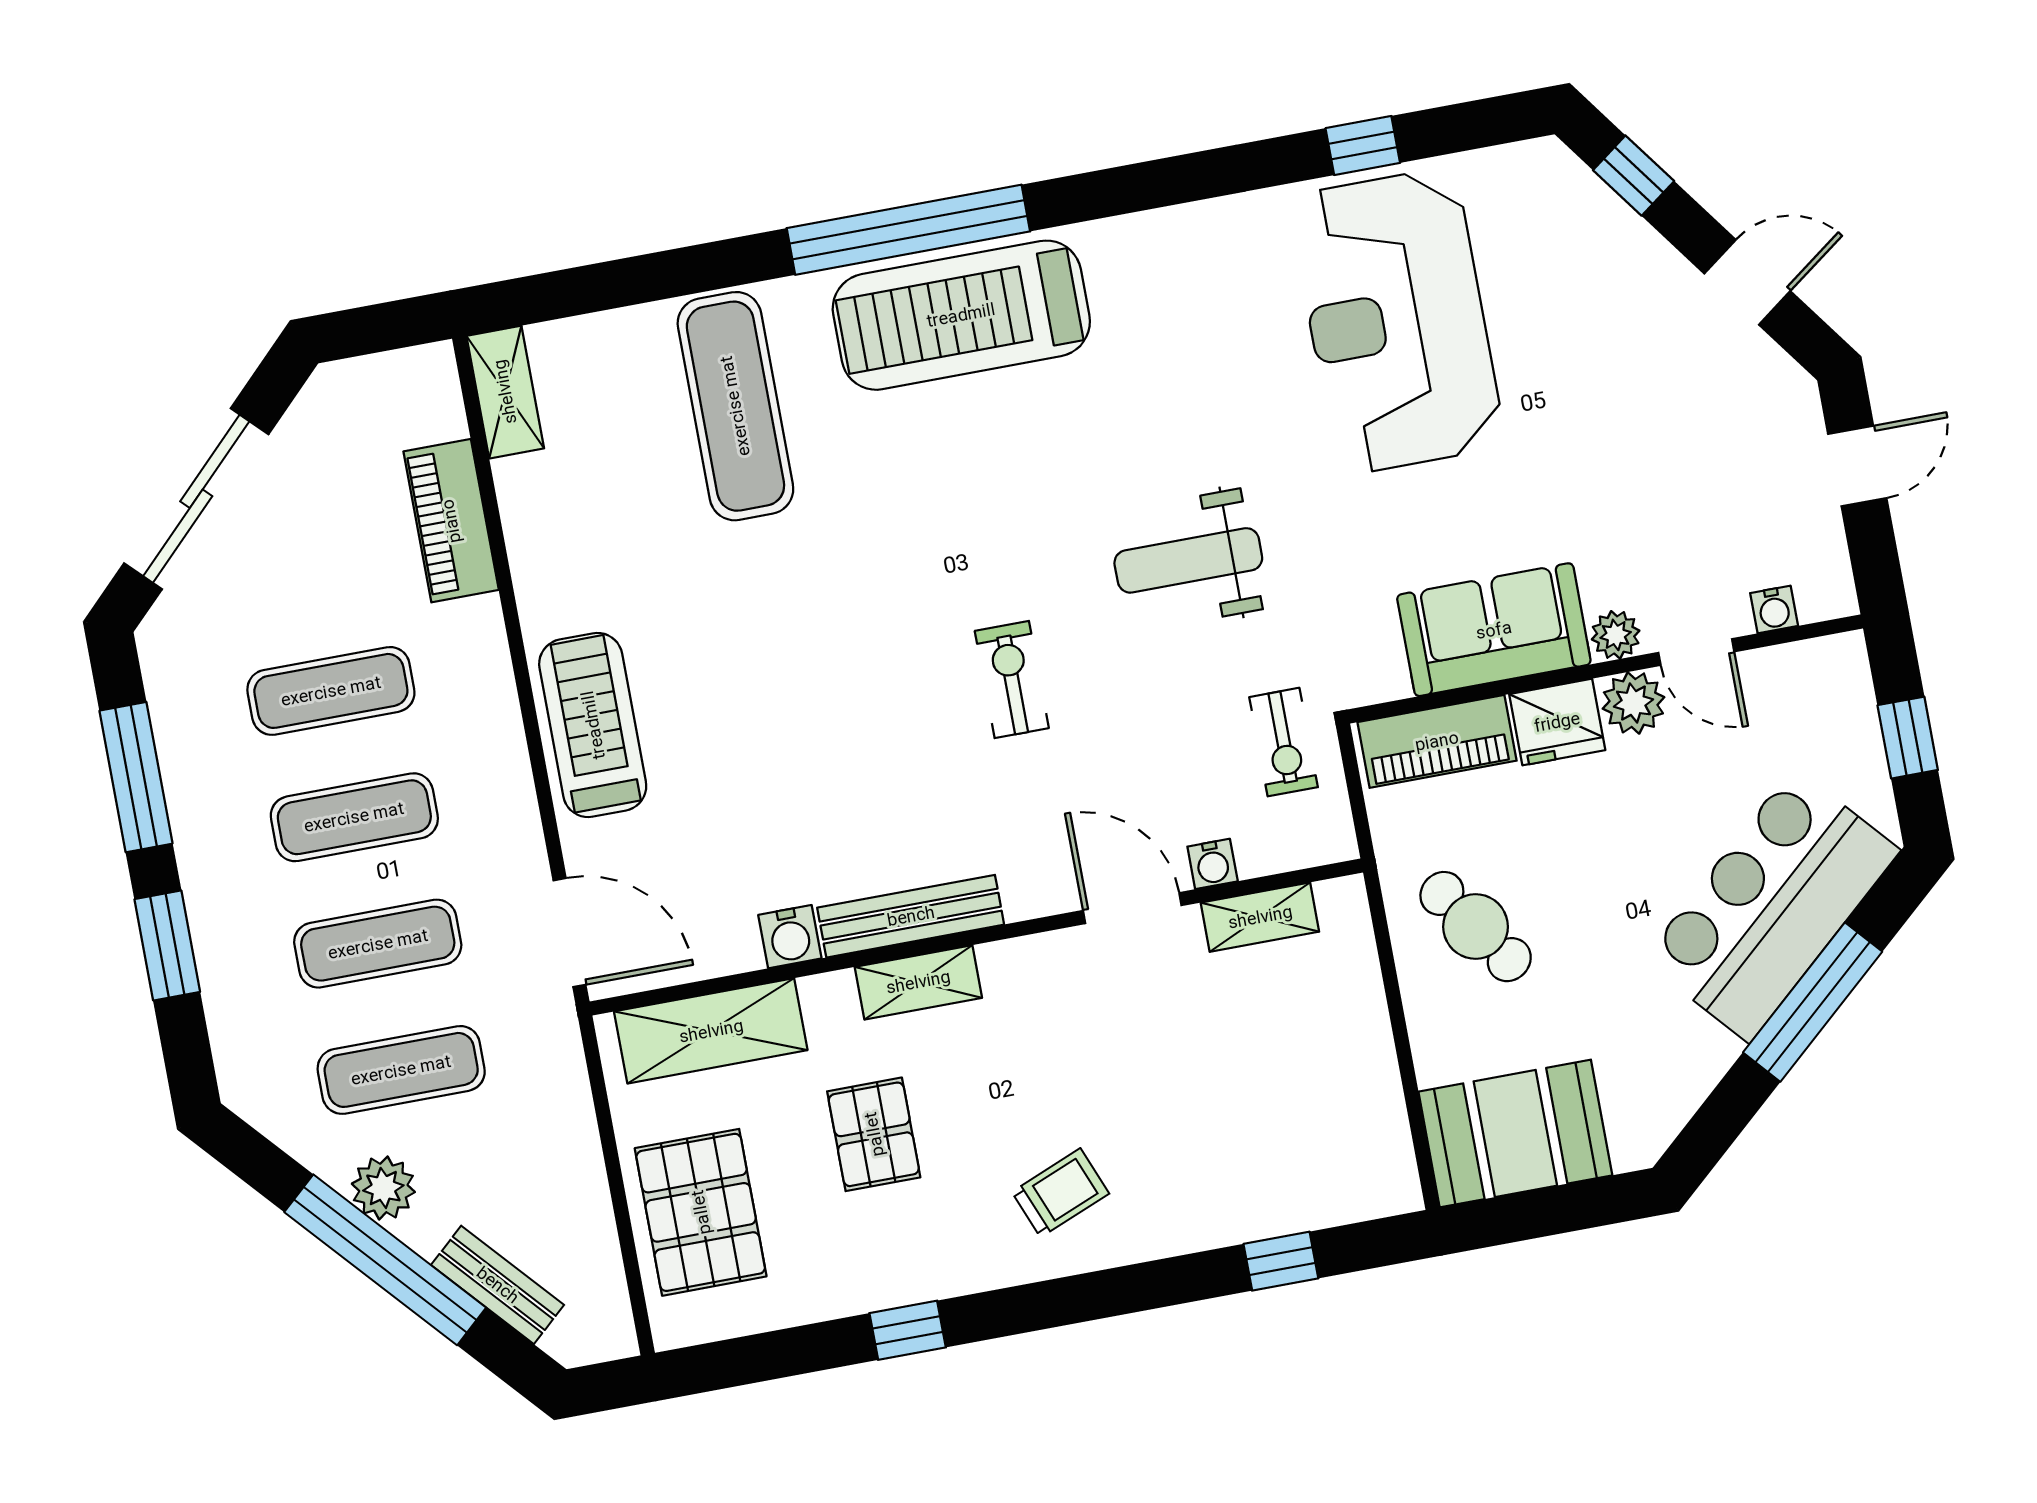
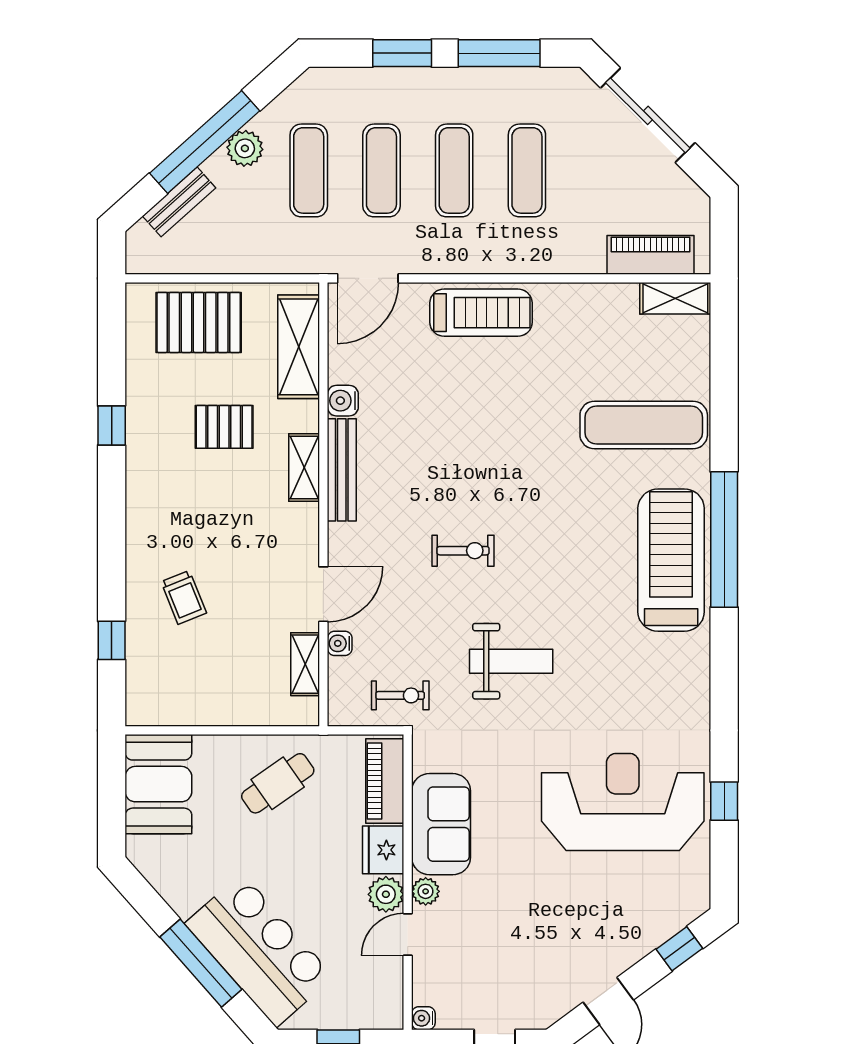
piano: (451, 521) -> (651, 255), moved
weight bench: (1188, 560) -> (511, 661), turned 90
water cooler: (1774, 609) -> (423, 1018), moved
exercise bike: (1284, 742) -> (400, 695), turned 180
trolley: (1060, 1193) -> (184, 597), moved

